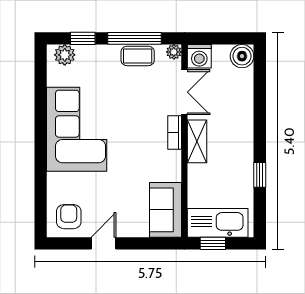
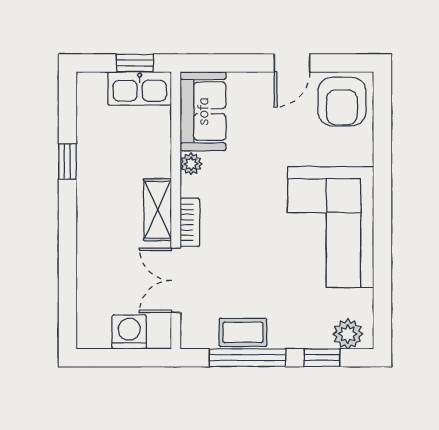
plant: (174, 52) -> (191, 164), moved
washing machine: (199, 56) -> (129, 332), moved
boiler: (242, 56) -> (93, 332), removed
armchair: (69, 217) -> (342, 102), width x1.38, depth x1.38
kitchen sink: (218, 223) -> (140, 88), width x0.73, depth x0.81

